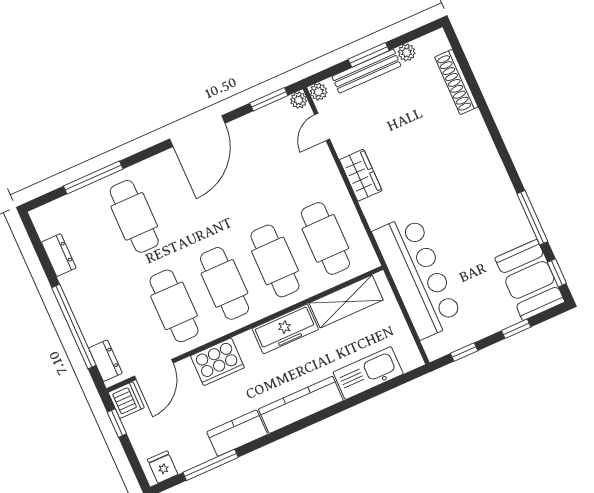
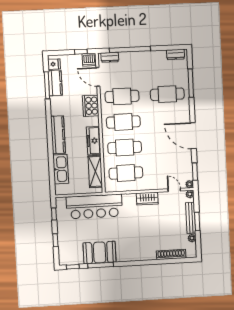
dresser: (59, 255) -> (176, 54), moved
booth: (530, 280) -> (100, 252), moved
kitchen counter: (237, 433) -> (55, 83), moved

